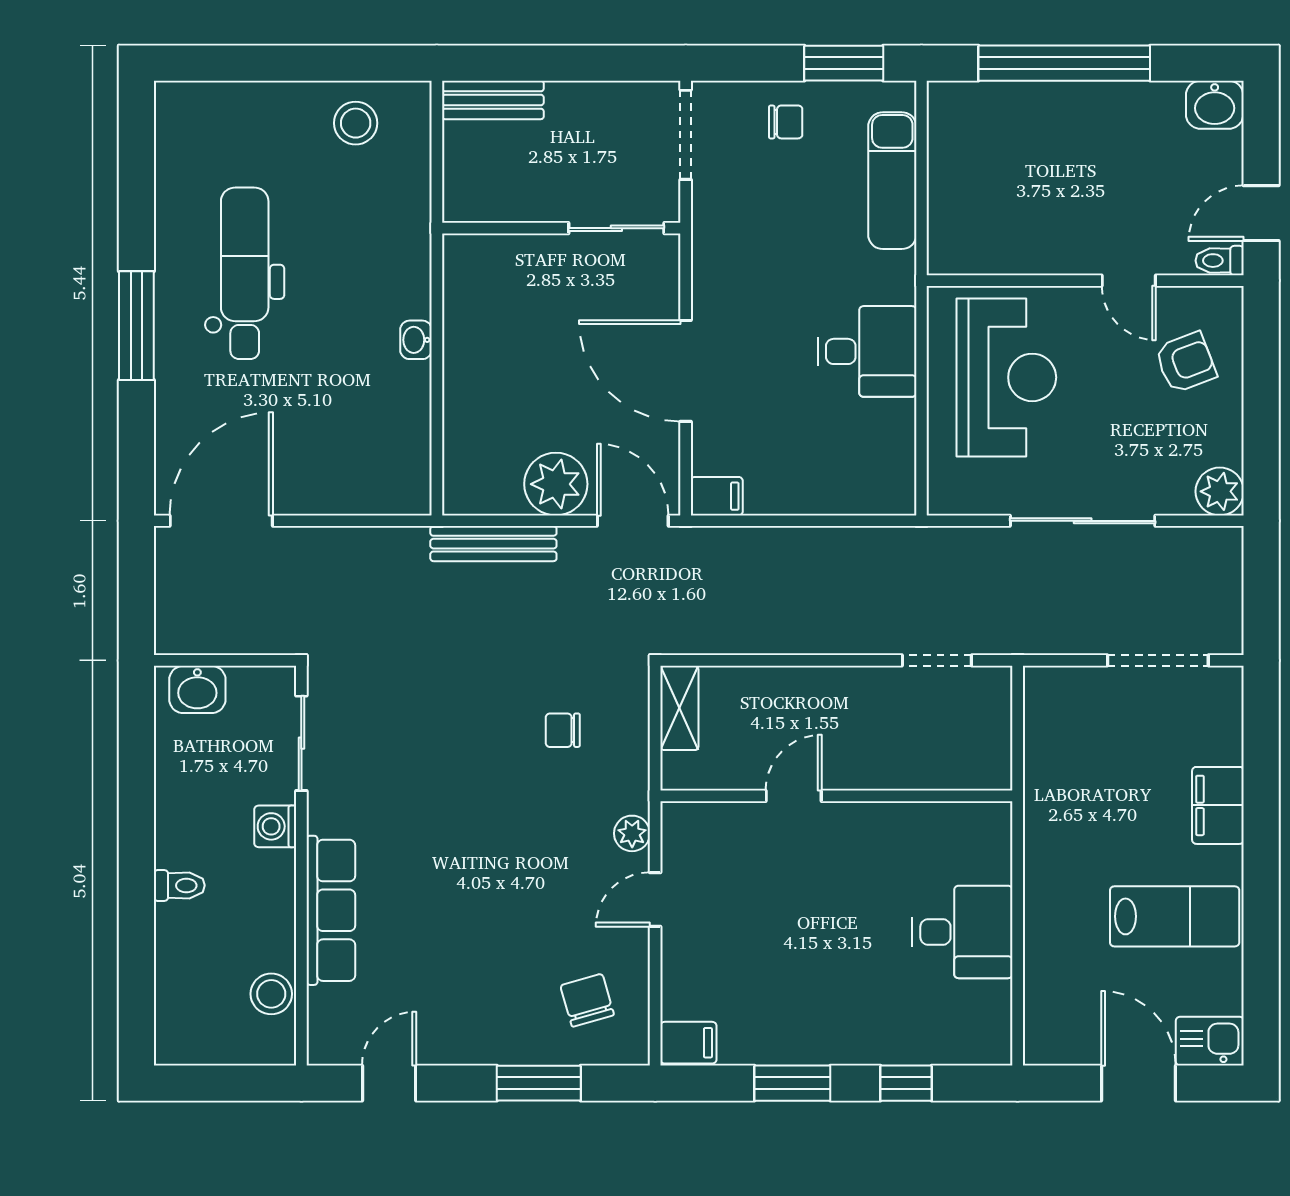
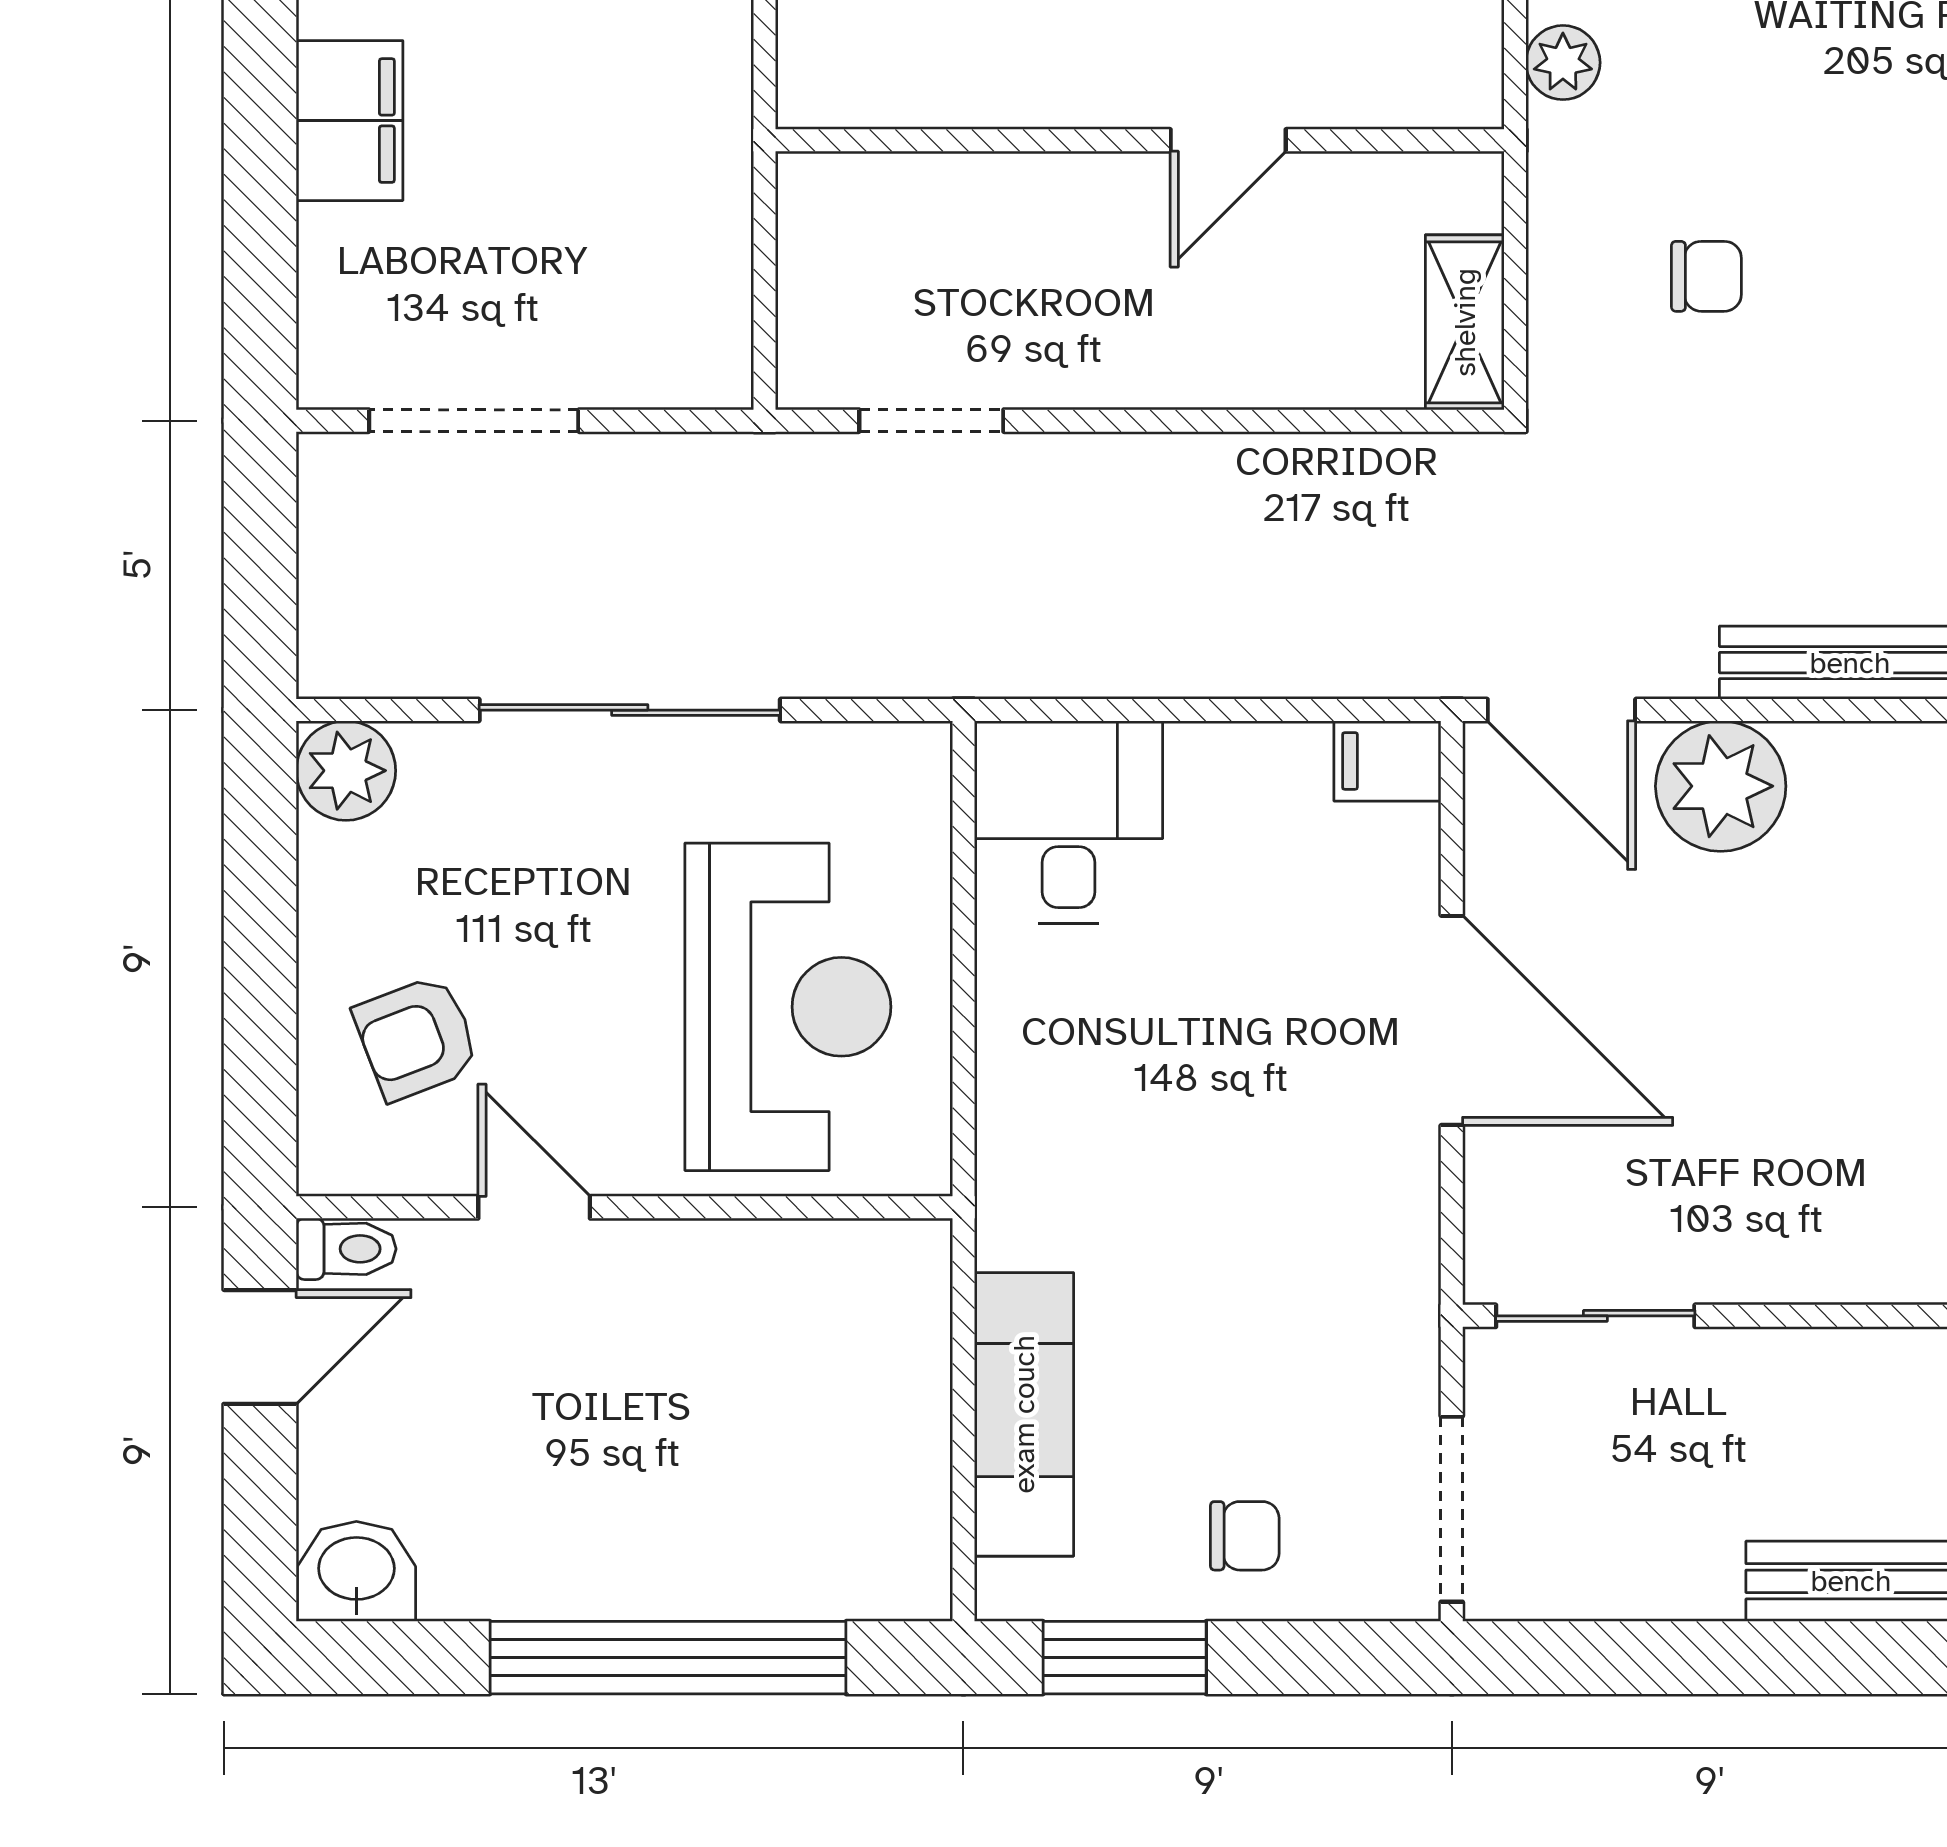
chair: (786, 122) -> (1245, 1536), turned 180
desk: (867, 351) -> (1068, 822), moved, turned 90
reception desk: (1006, 377) -> (788, 1007), turned 180

